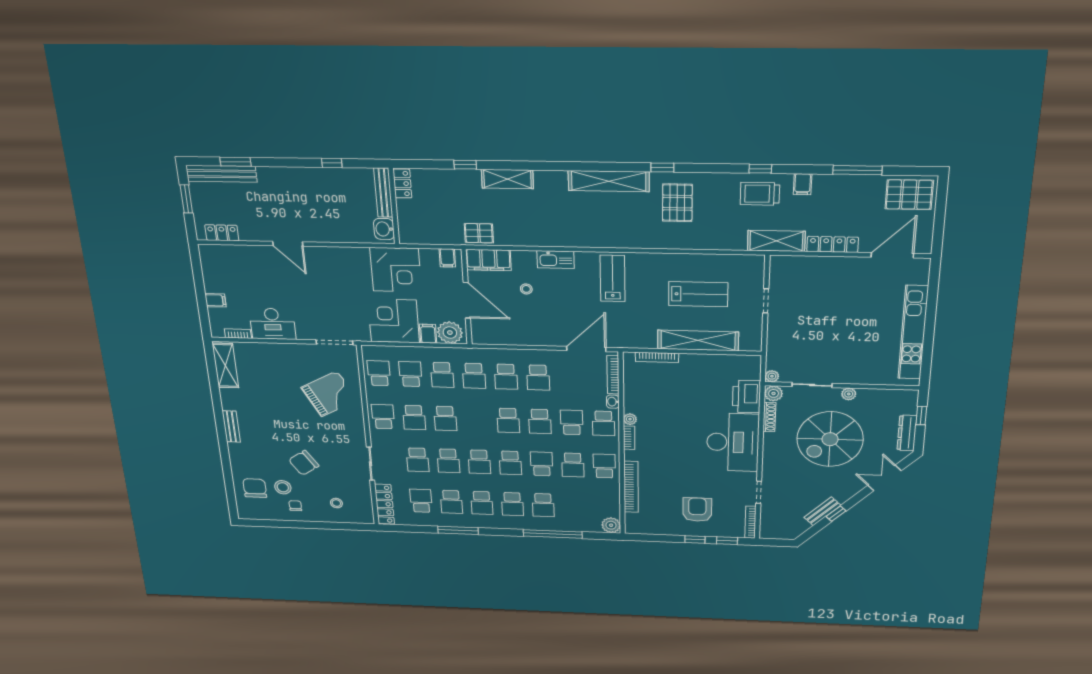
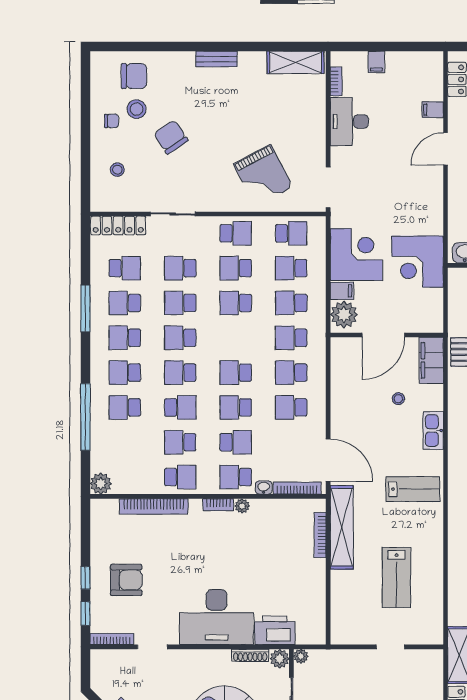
filing cabinet: (447, 258) -> (433, 110), moved
shelving: (698, 341) -> (342, 527), moved
school desk: (410, 374) -> (291, 268), turned 180

